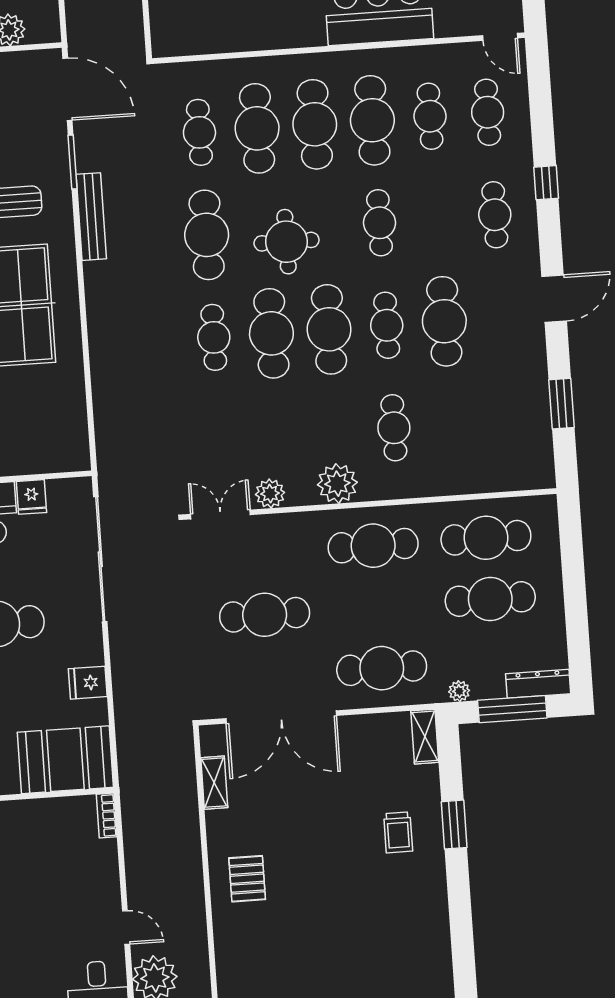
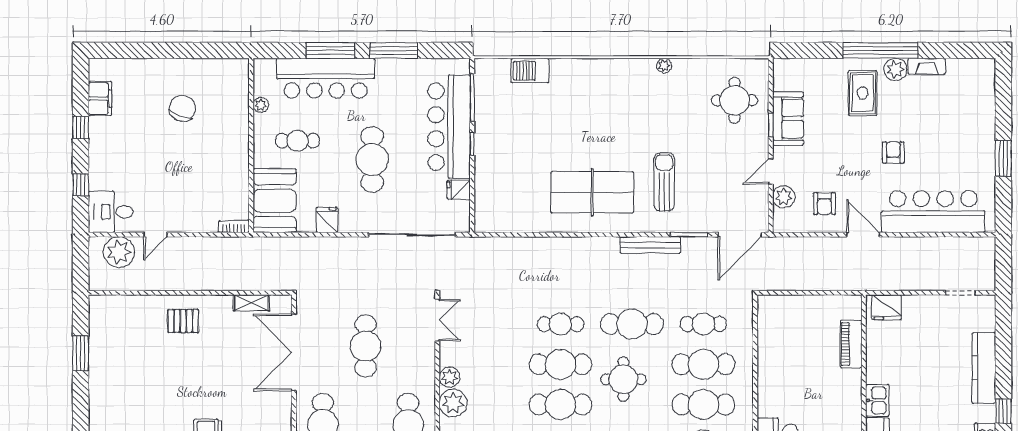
plant: (270, 493) -> (449, 377), moved

